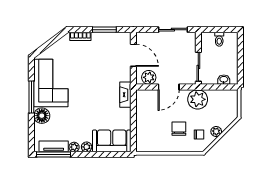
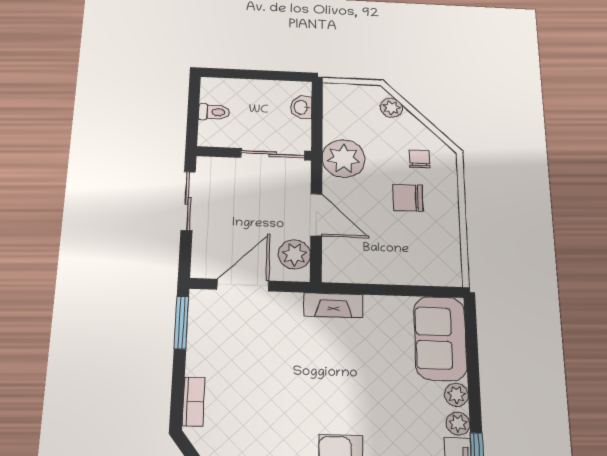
window: (104, 30) -> (181, 323), moved
plant: (216, 131) -> (391, 108), moved

